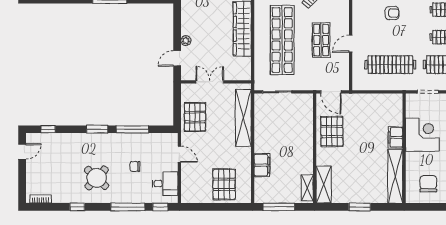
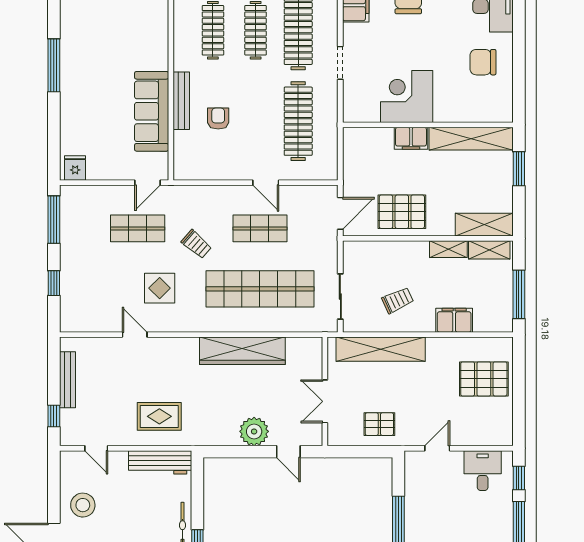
plant: (186, 41) -> (254, 431), width x1.87, depth x1.87
pallet: (195, 117) -> (379, 424), width x0.67, depth x0.71
trolley: (275, 129) -> (398, 300), added
corner desk: (422, 135) -> (407, 96), moved
filing cabinet: (395, 137) -> (411, 138), moved
wall: (404, 148) -> (428, 125), moved
shelving: (308, 161) -> (448, 249), added
chair: (135, 166) -> (456, 517), removed
shelving: (395, 176) -> (471, 139), moved

